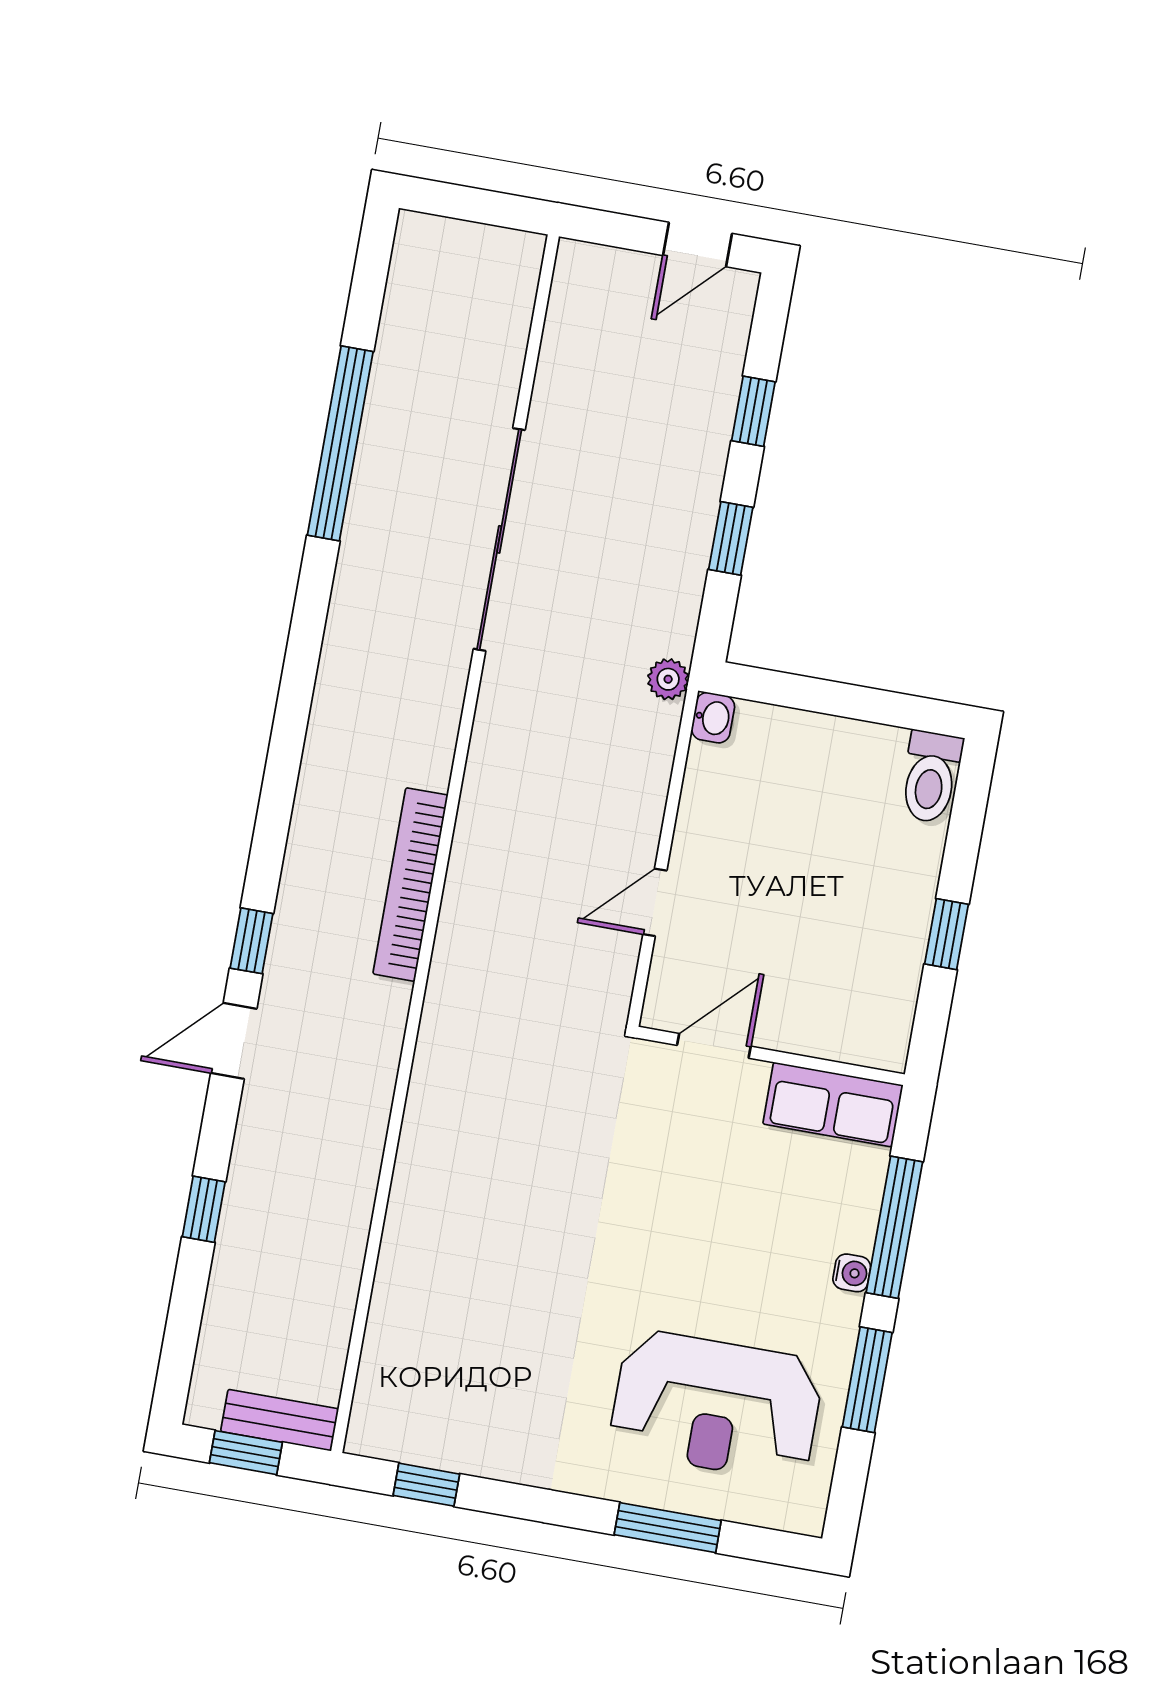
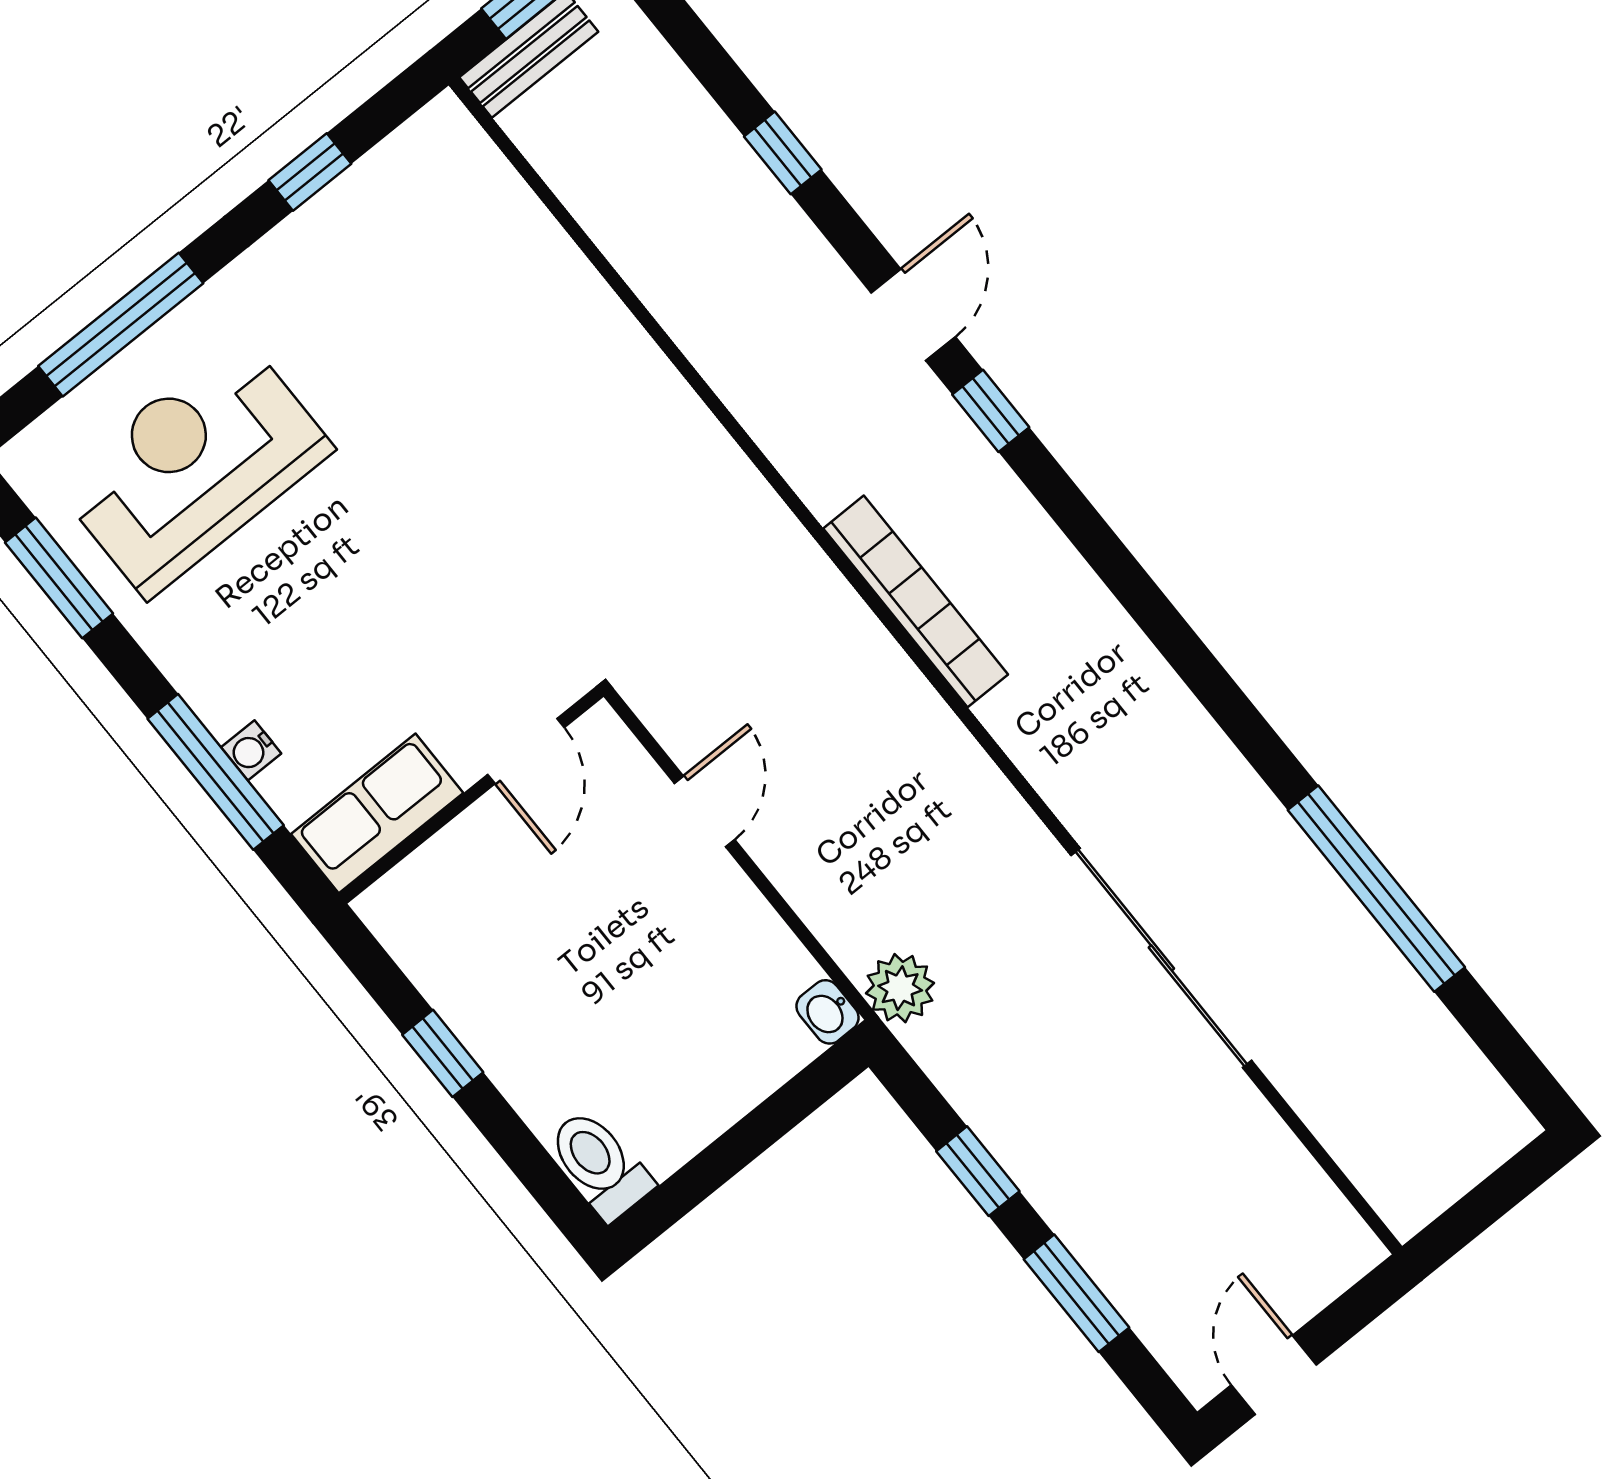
window: (753, 411) -> (1076, 1293), width x1.50
plant: (668, 679) -> (900, 988), width x1.38, depth x1.38
water cooler: (852, 1273) -> (251, 750), moved
window: (867, 1380) -> (59, 578), moved
window: (426, 1485) -> (310, 172), moved
window: (668, 1528) -> (121, 325), width x1.44

